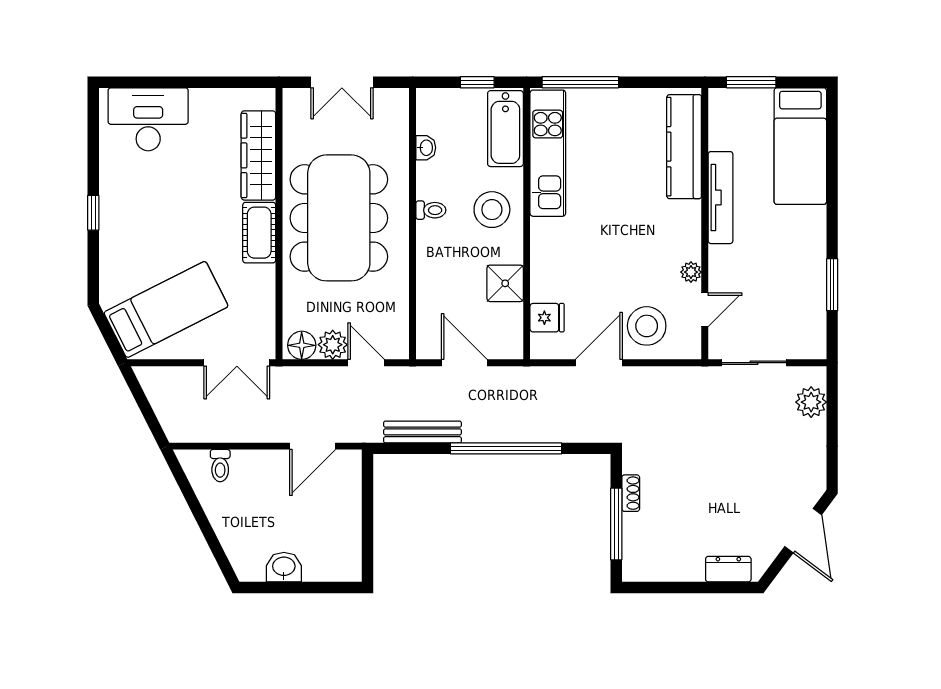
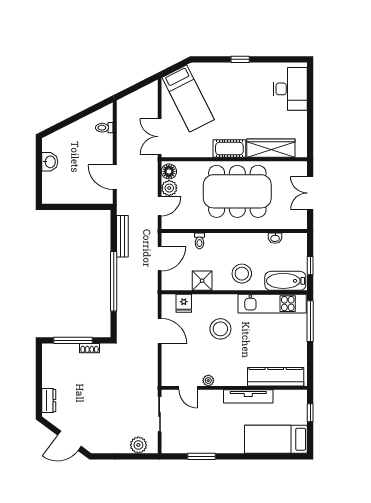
window: (751, 82) -> (310, 413), width x0.67
toilet: (431, 210) -> (199, 241), moved
stool: (647, 326) -> (220, 329), moved

